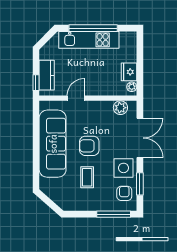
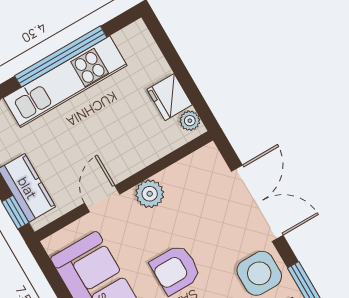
plant: (120, 108) -> (150, 194), moved

